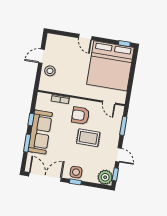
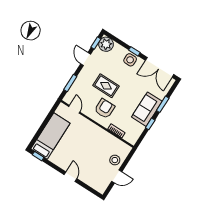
bed: (110, 66) -> (50, 136), width x0.49
armchair: (80, 116) -> (105, 109), turned -90
sofa: (40, 132) -> (147, 109), width x0.73

